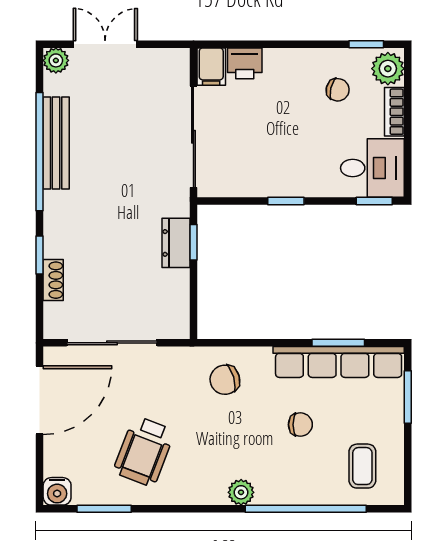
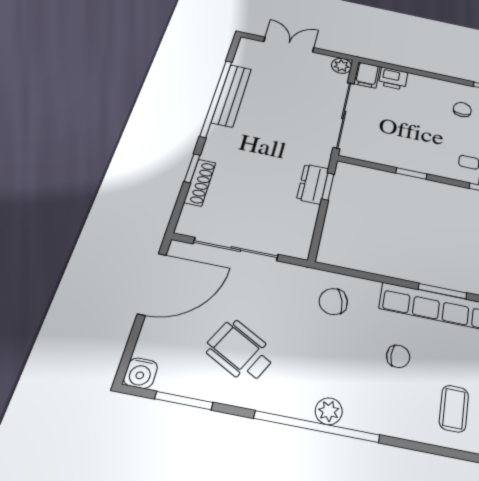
plant: (56, 60) -> (342, 66), moved
chair: (338, 90) -> (462, 110), turned -104
shoe rack: (53, 280) -> (200, 183), width x1.43
wheelchair: (144, 451) -> (240, 351), turned 97
window: (306, 509) -> (317, 427), moved

